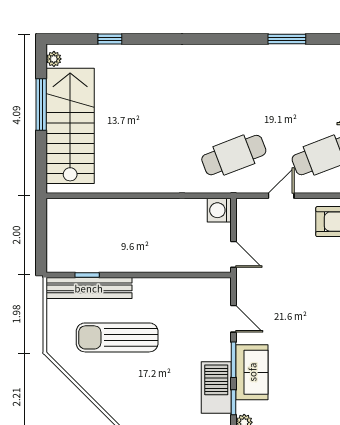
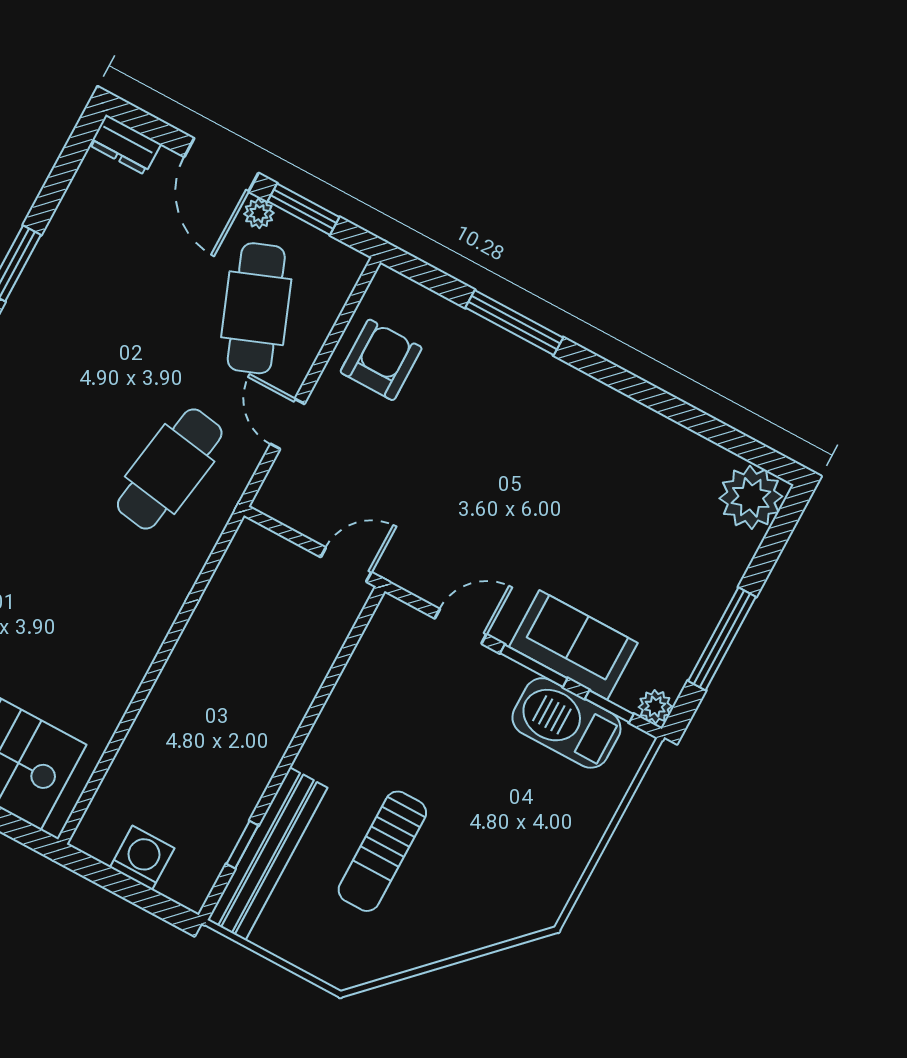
cafe table: (234, 155) -> (170, 469), turned 30
washing machine: (219, 210) -> (142, 858), moved, turned 180
sun lounger: (117, 337) -> (382, 851), width x0.73, depth x0.75

